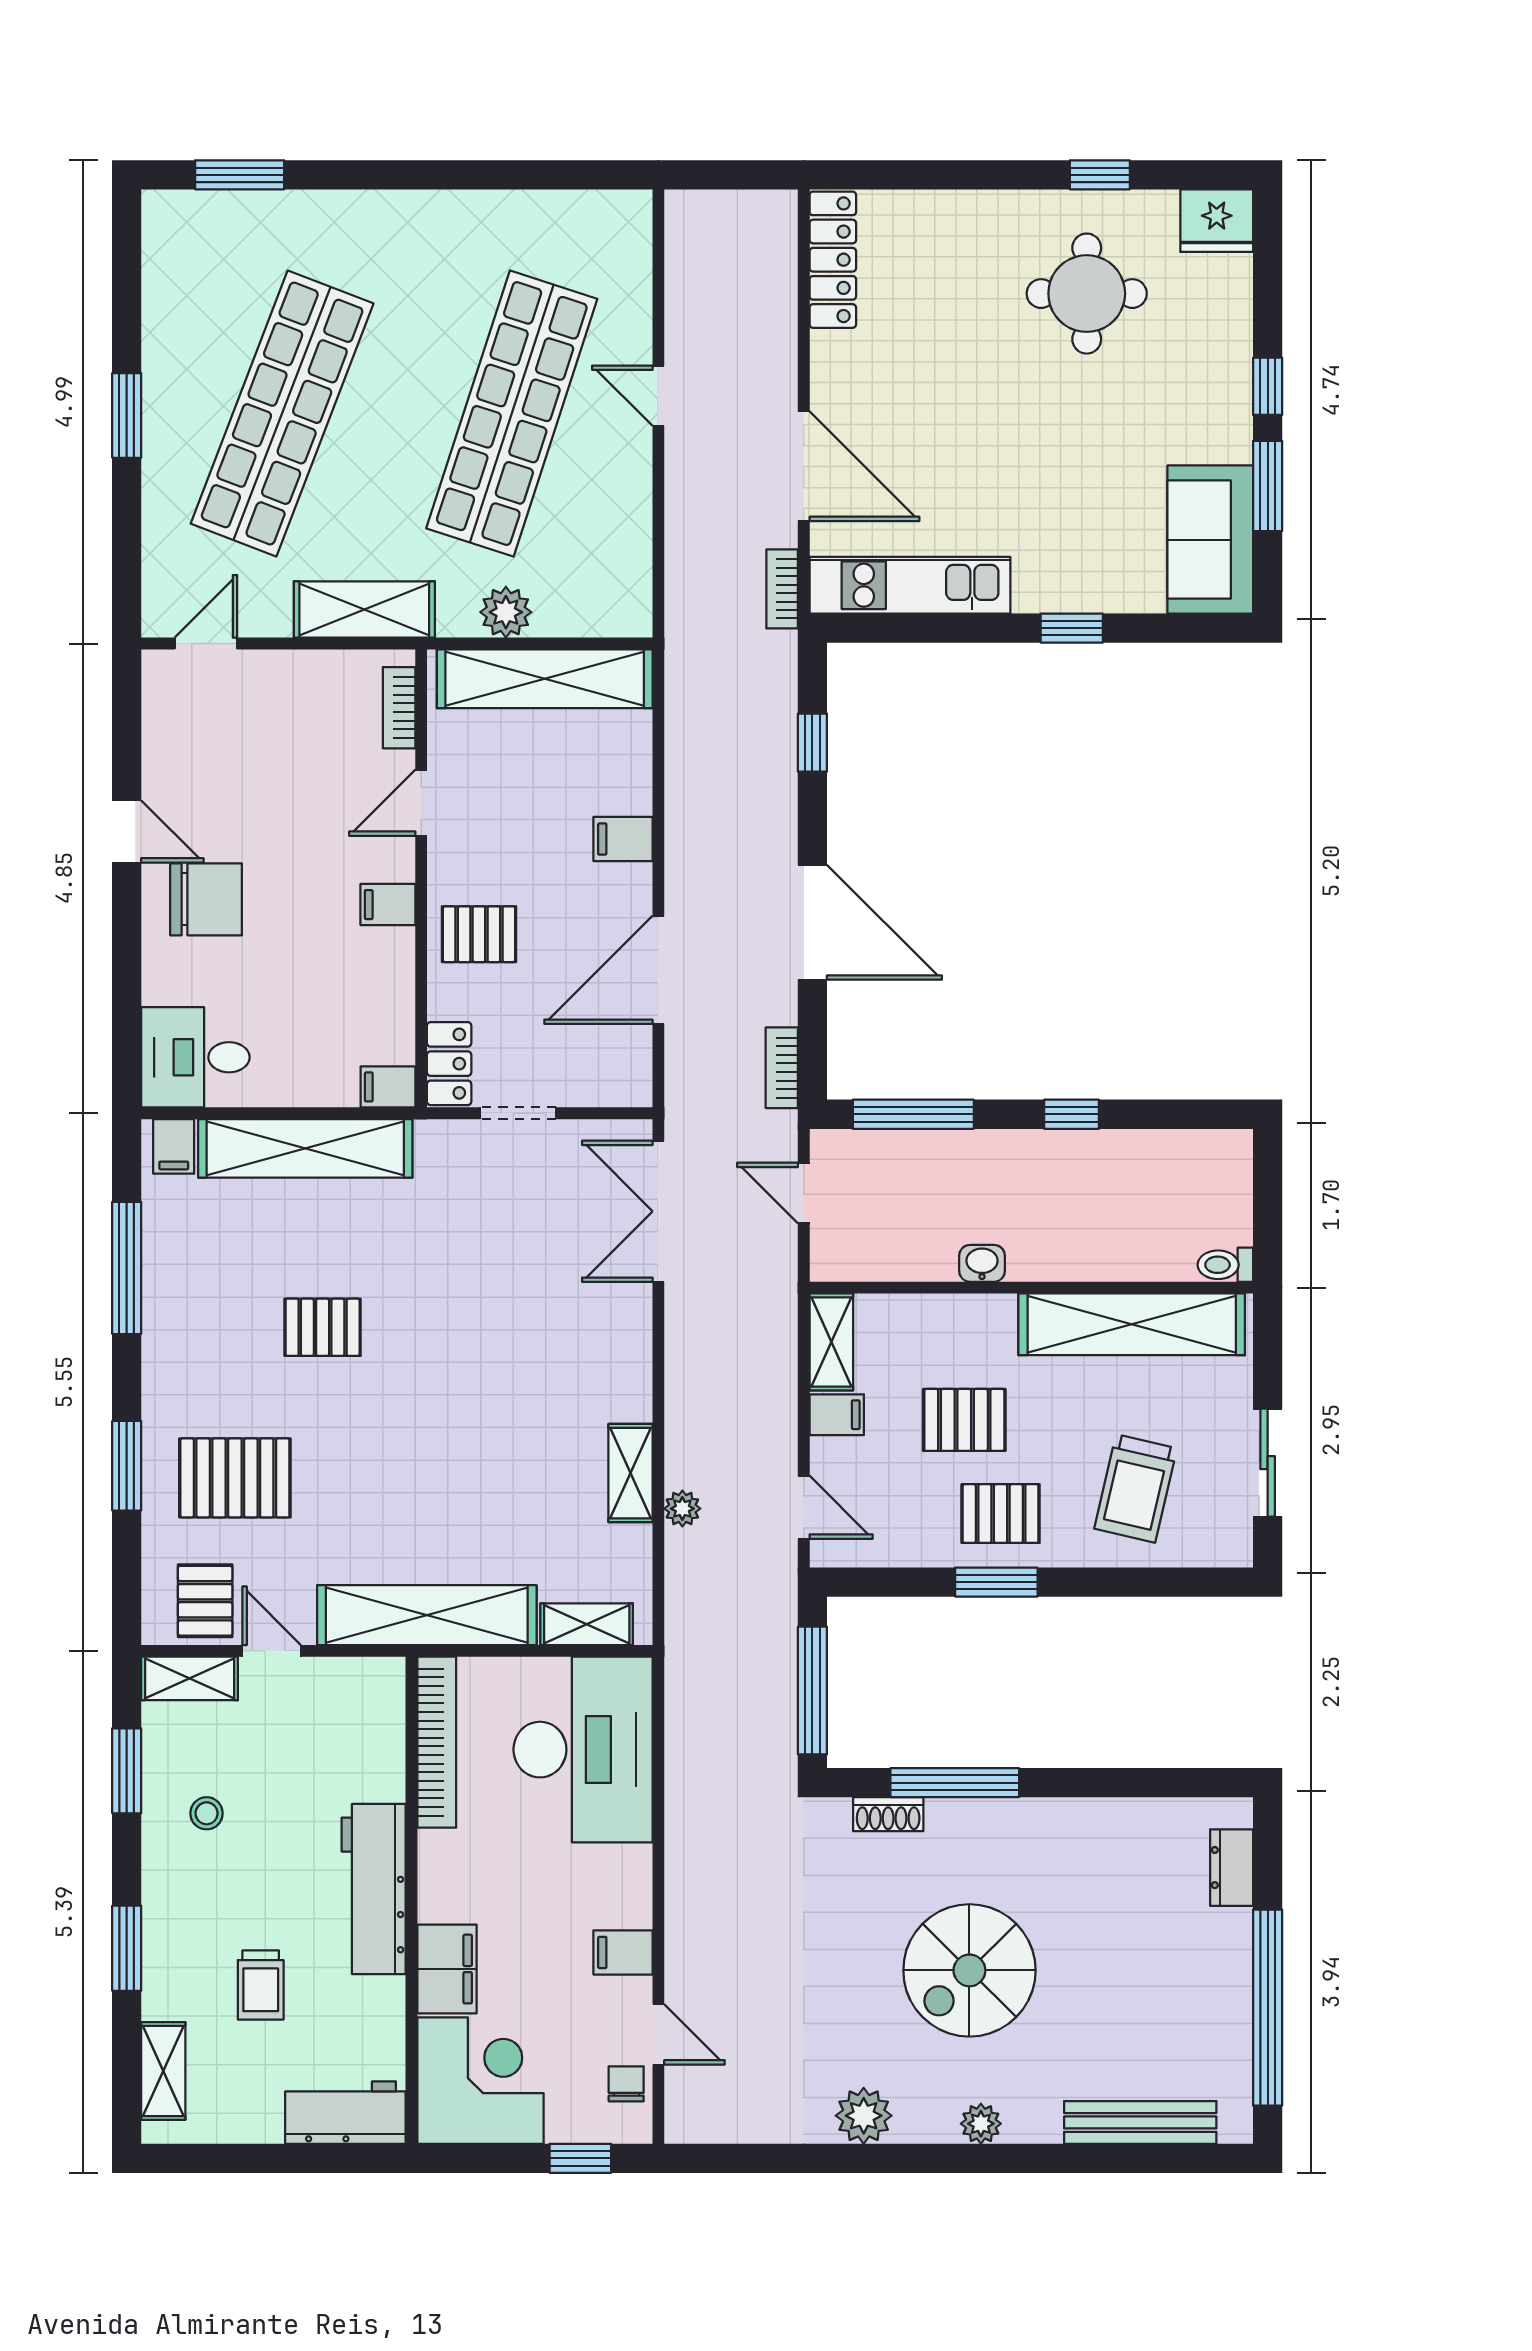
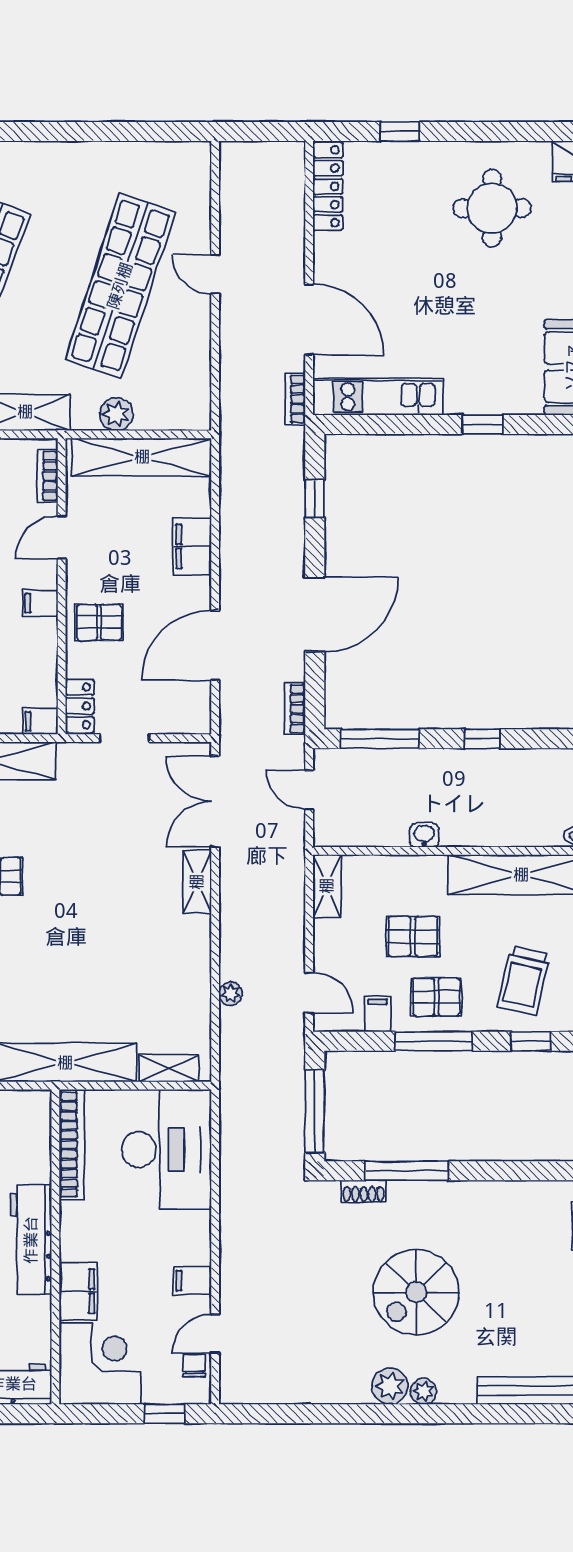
window: (1100, 175) -> (400, 131), moved
filing cabinet: (623, 839) -> (192, 546), width x2.00
door: (812, 922) -> (315, 615), hinge flipped
filing cabinet: (837, 1415) -> (377, 1014), moved, turned -90
shelving: (631, 1473) -> (197, 882), moved
window: (996, 1582) -> (434, 1041), width x1.44
window: (1147, 1582) -> (531, 1041), added
door: (658, 2034) -> (215, 1334), swing flipped
plant: (864, 2116) -> (390, 1386), moved

